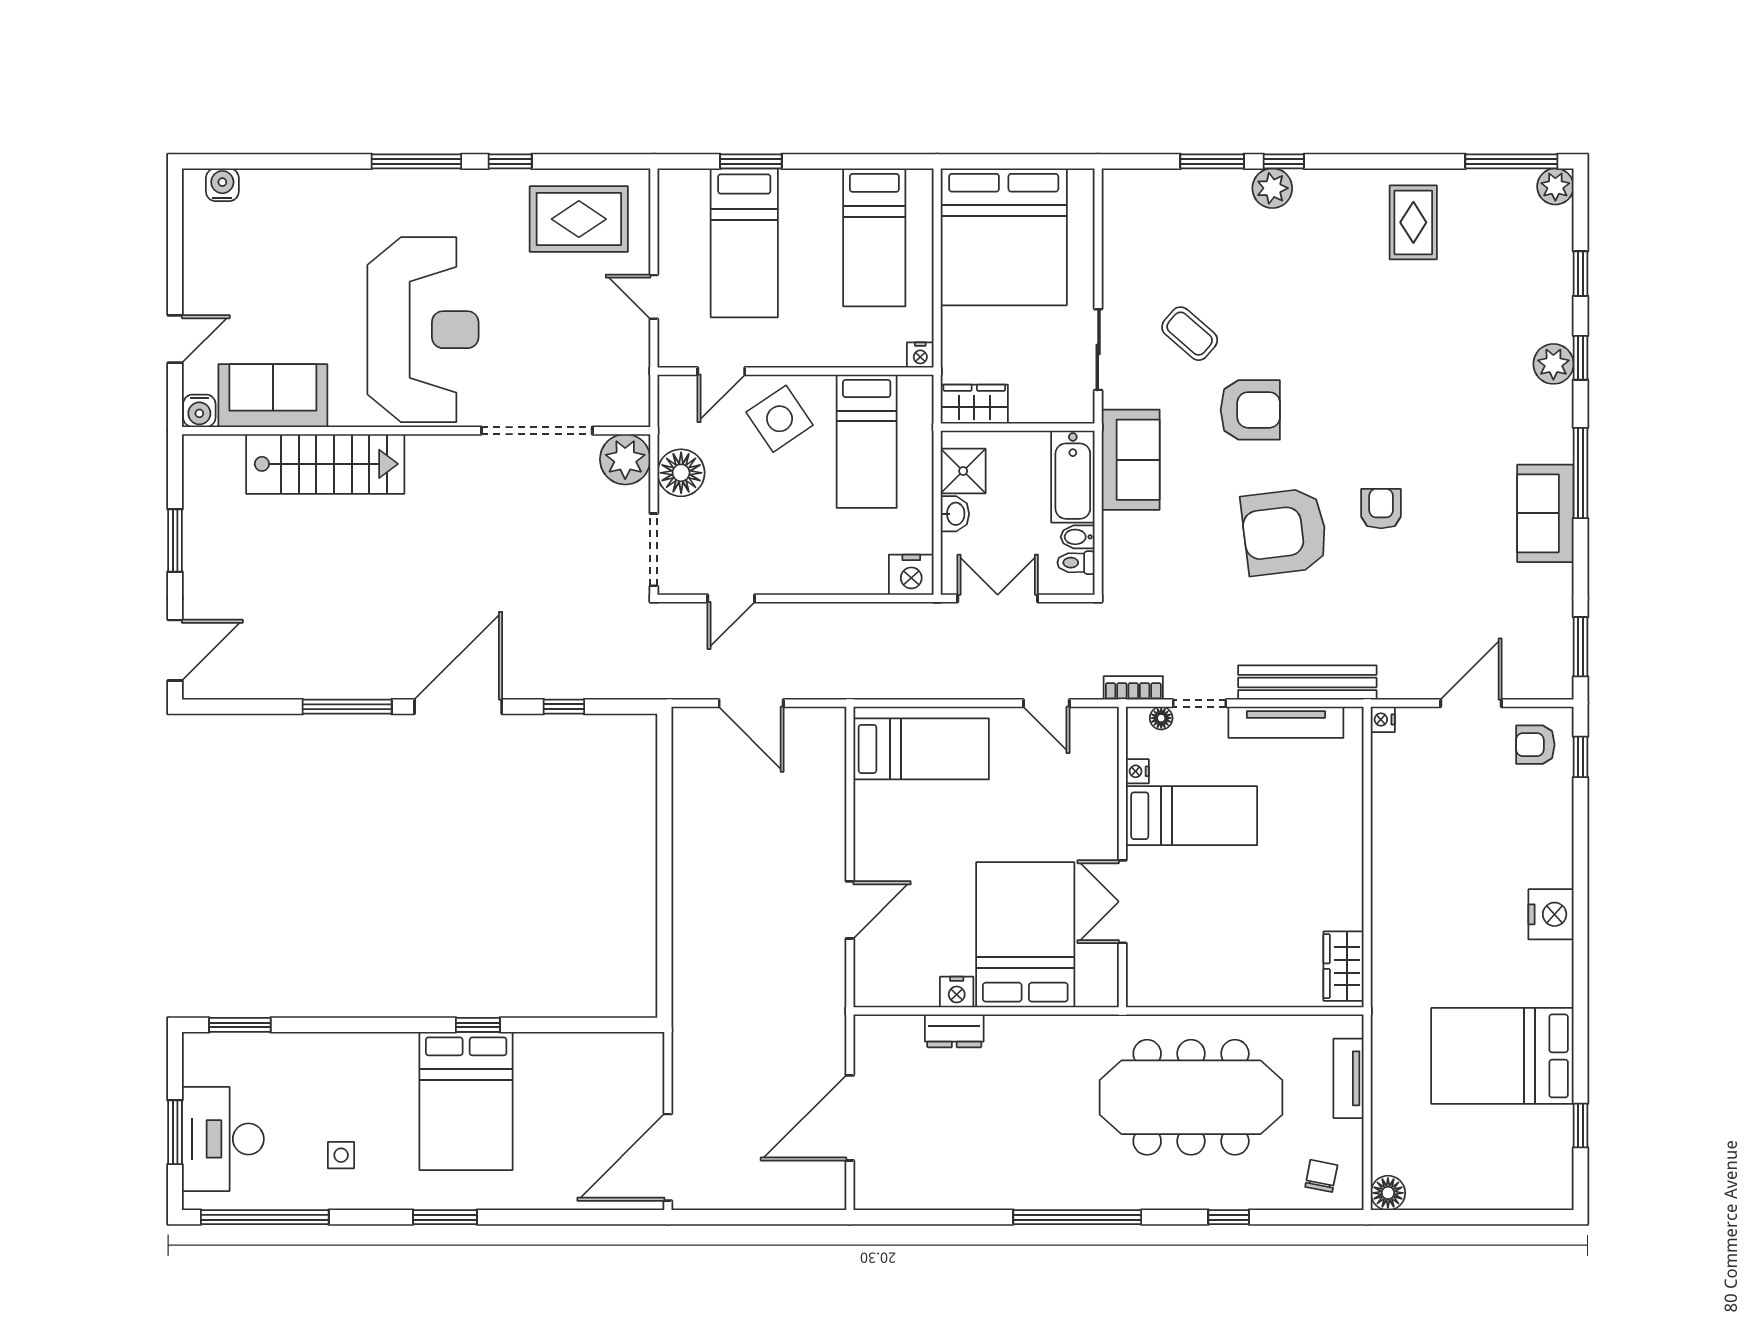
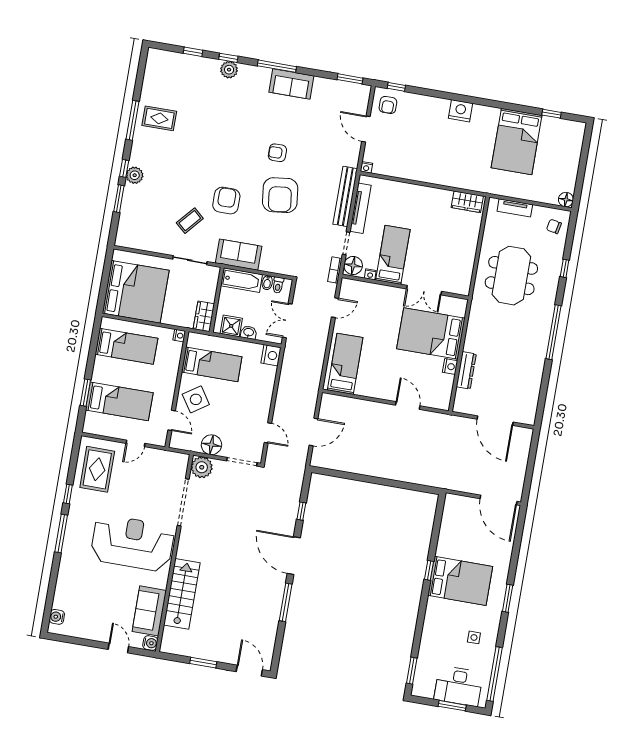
window: (1511, 161) -> (132, 120), moved
plant: (1555, 186) -> (154, 56), removed
floor lamp: (1161, 718) -> (353, 265), width x1.89, depth x1.89
dresser: (954, 1031) -> (466, 370), width x1.44
meeting table: (1191, 1097) -> (511, 276), width x0.73

